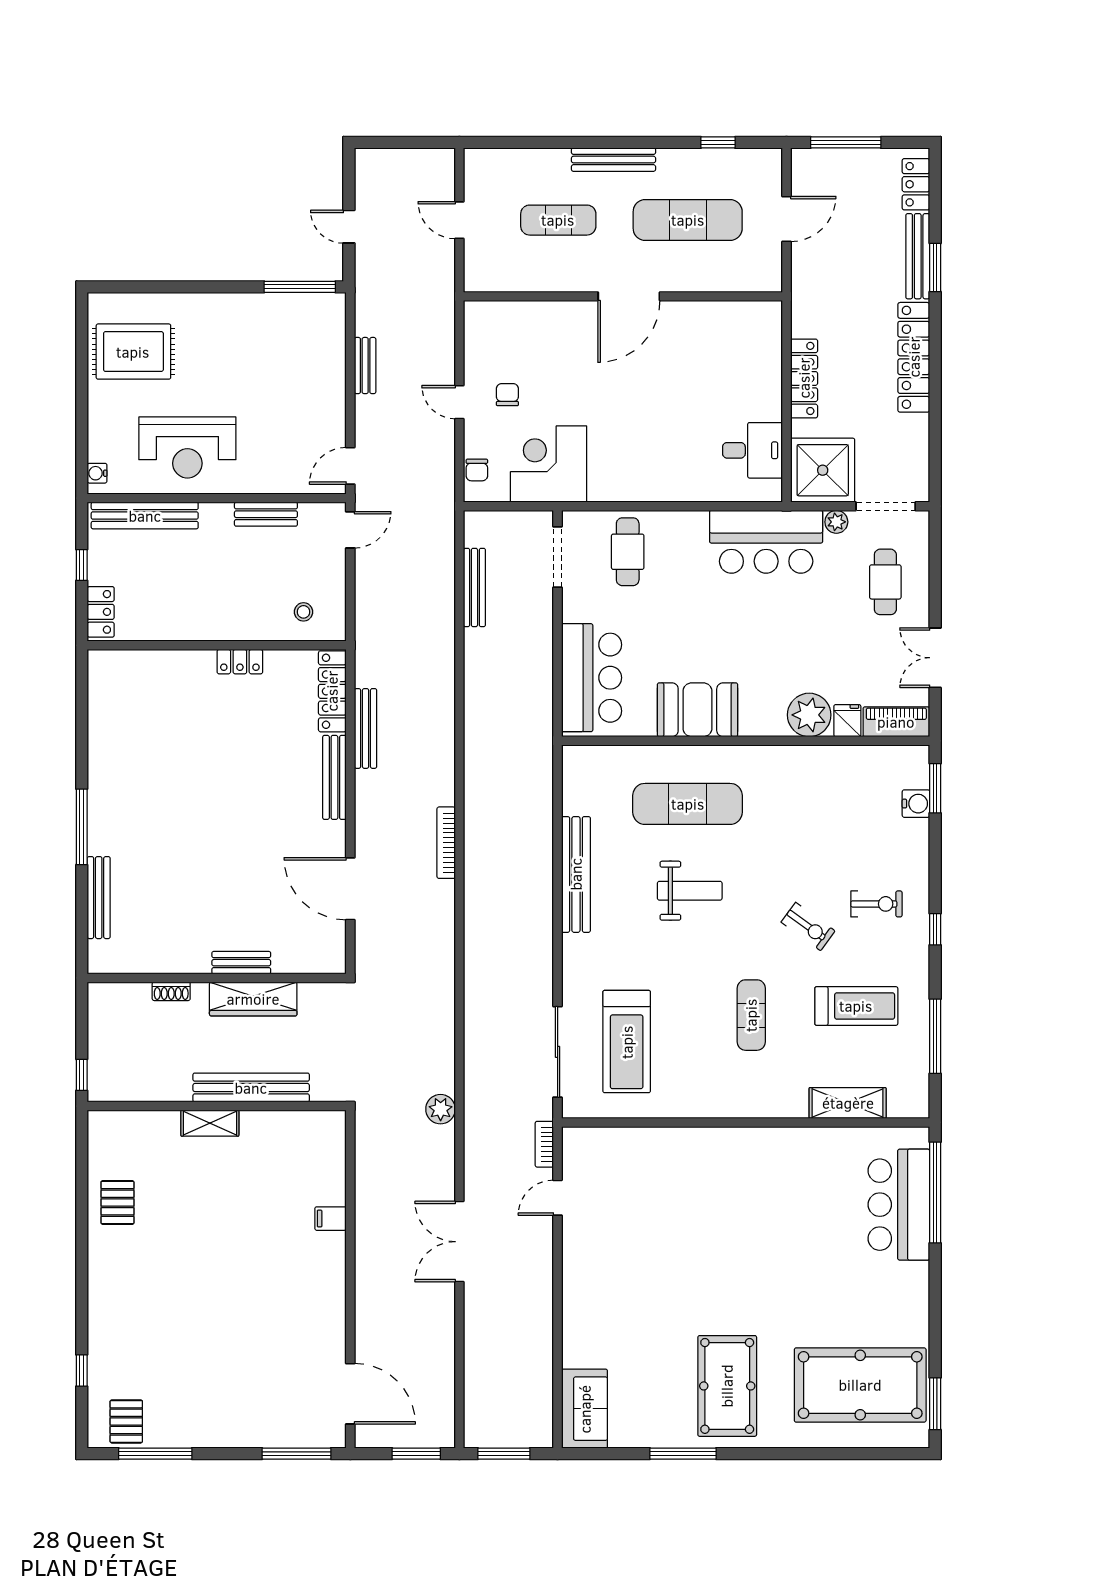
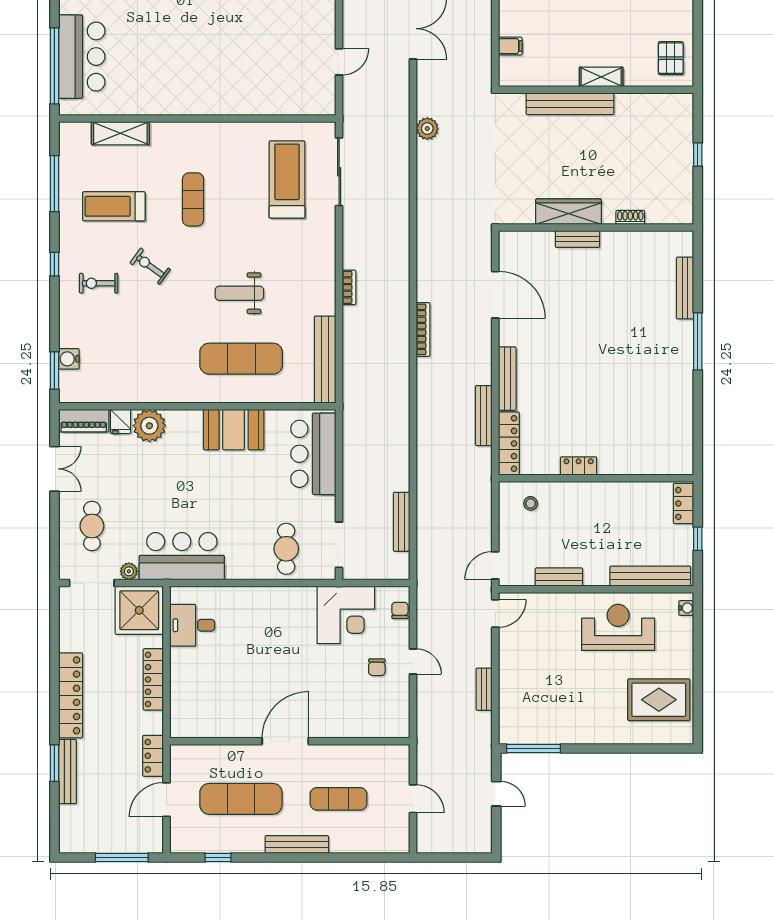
locker: (916, 184) -> (153, 756), moved, turned 180
bench: (576, 874) -> (325, 360), moved
bench: (251, 1088) -> (570, 104), moved
wall: (217, 1106) -> (596, 90), moved
shelving: (210, 1123) -> (601, 77), moved
bookcase: (544, 1144) -> (349, 287), moved

